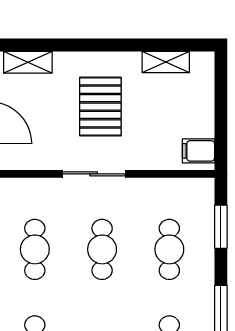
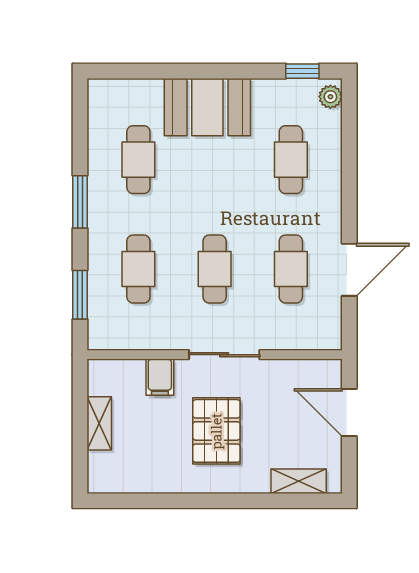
shelving: (166, 62) -> (99, 423), moved, turned 90
filing cabinet: (198, 151) -> (160, 377), moved, turned 90

